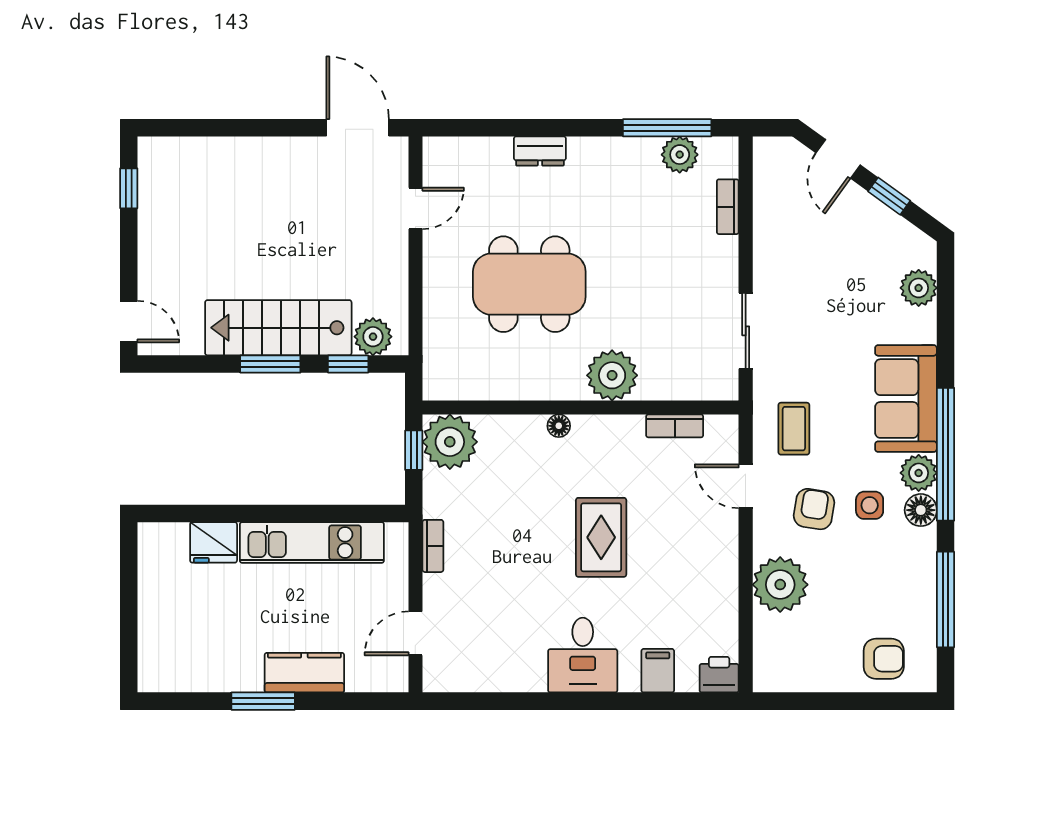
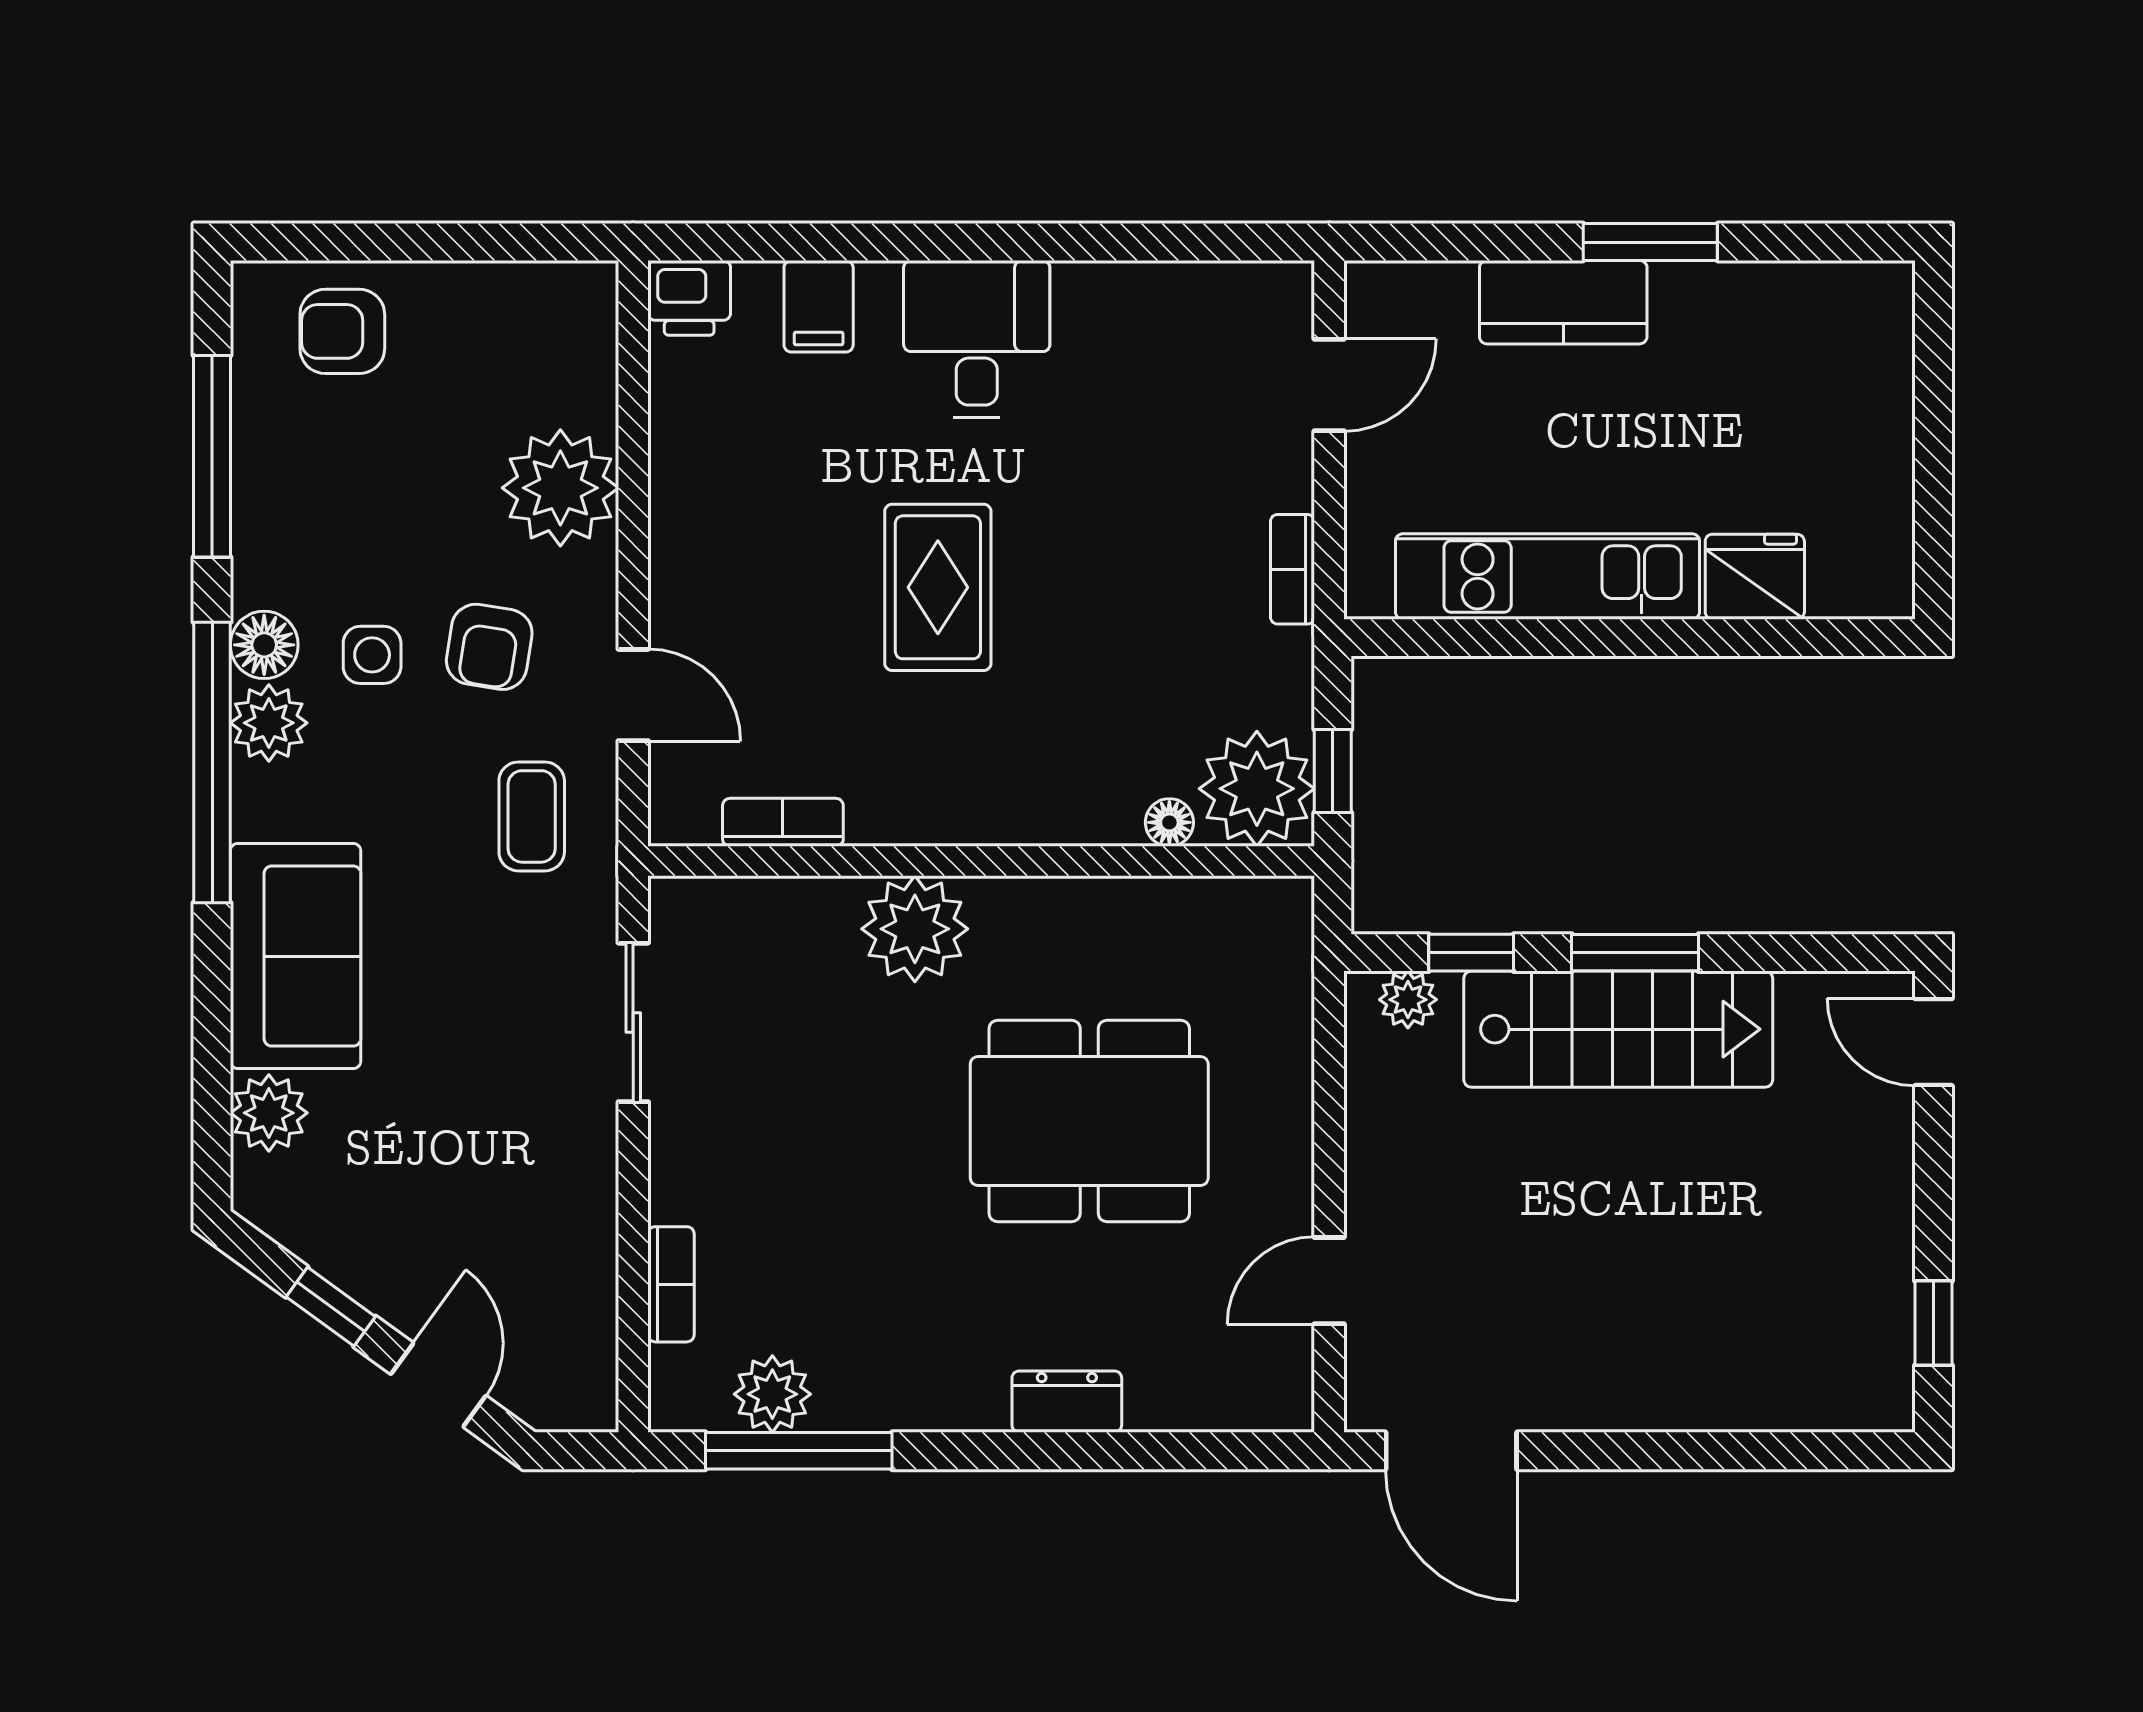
plant: (373, 337) -> (1408, 1000), width x0.73, depth x0.73
sofa: (906, 399) -> (295, 956), moved
floor lamp: (559, 426) -> (1169, 822), moved

